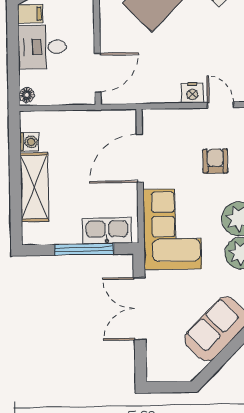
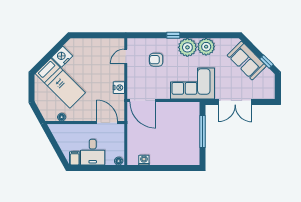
nightstand: (192, 93) -> (119, 88), moved
door: (140, 158) -> (143, 100), moved
shelving: (35, 187) -> (168, 158), removed
kitchen sink: (107, 231) -> (193, 119), removed
window: (215, 365) -> (266, 62), added

